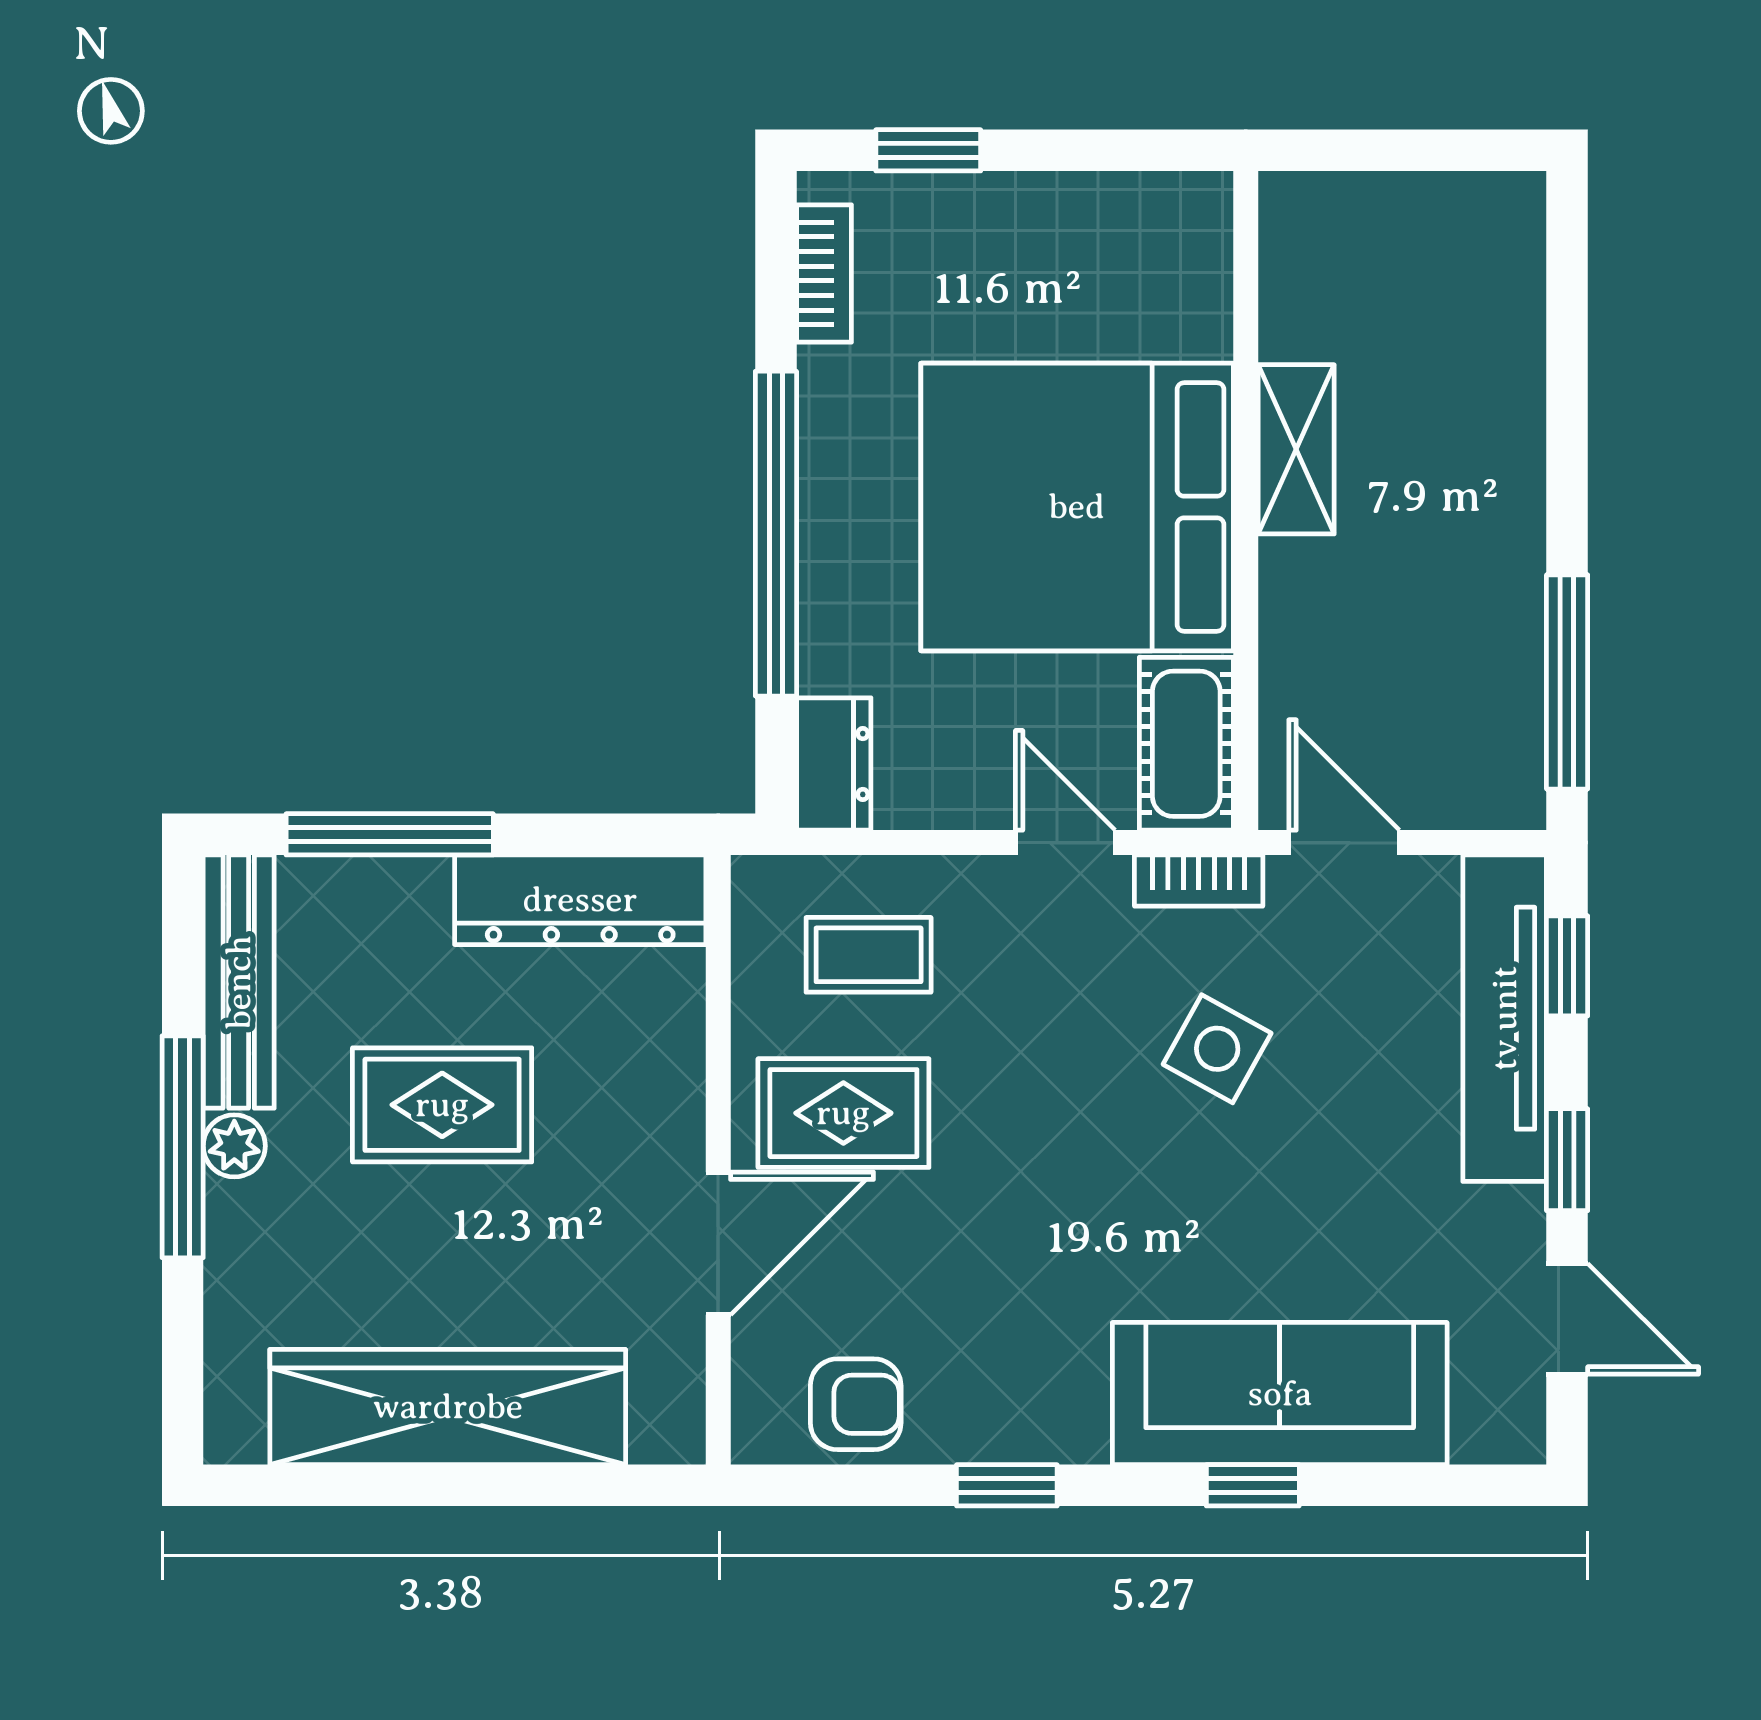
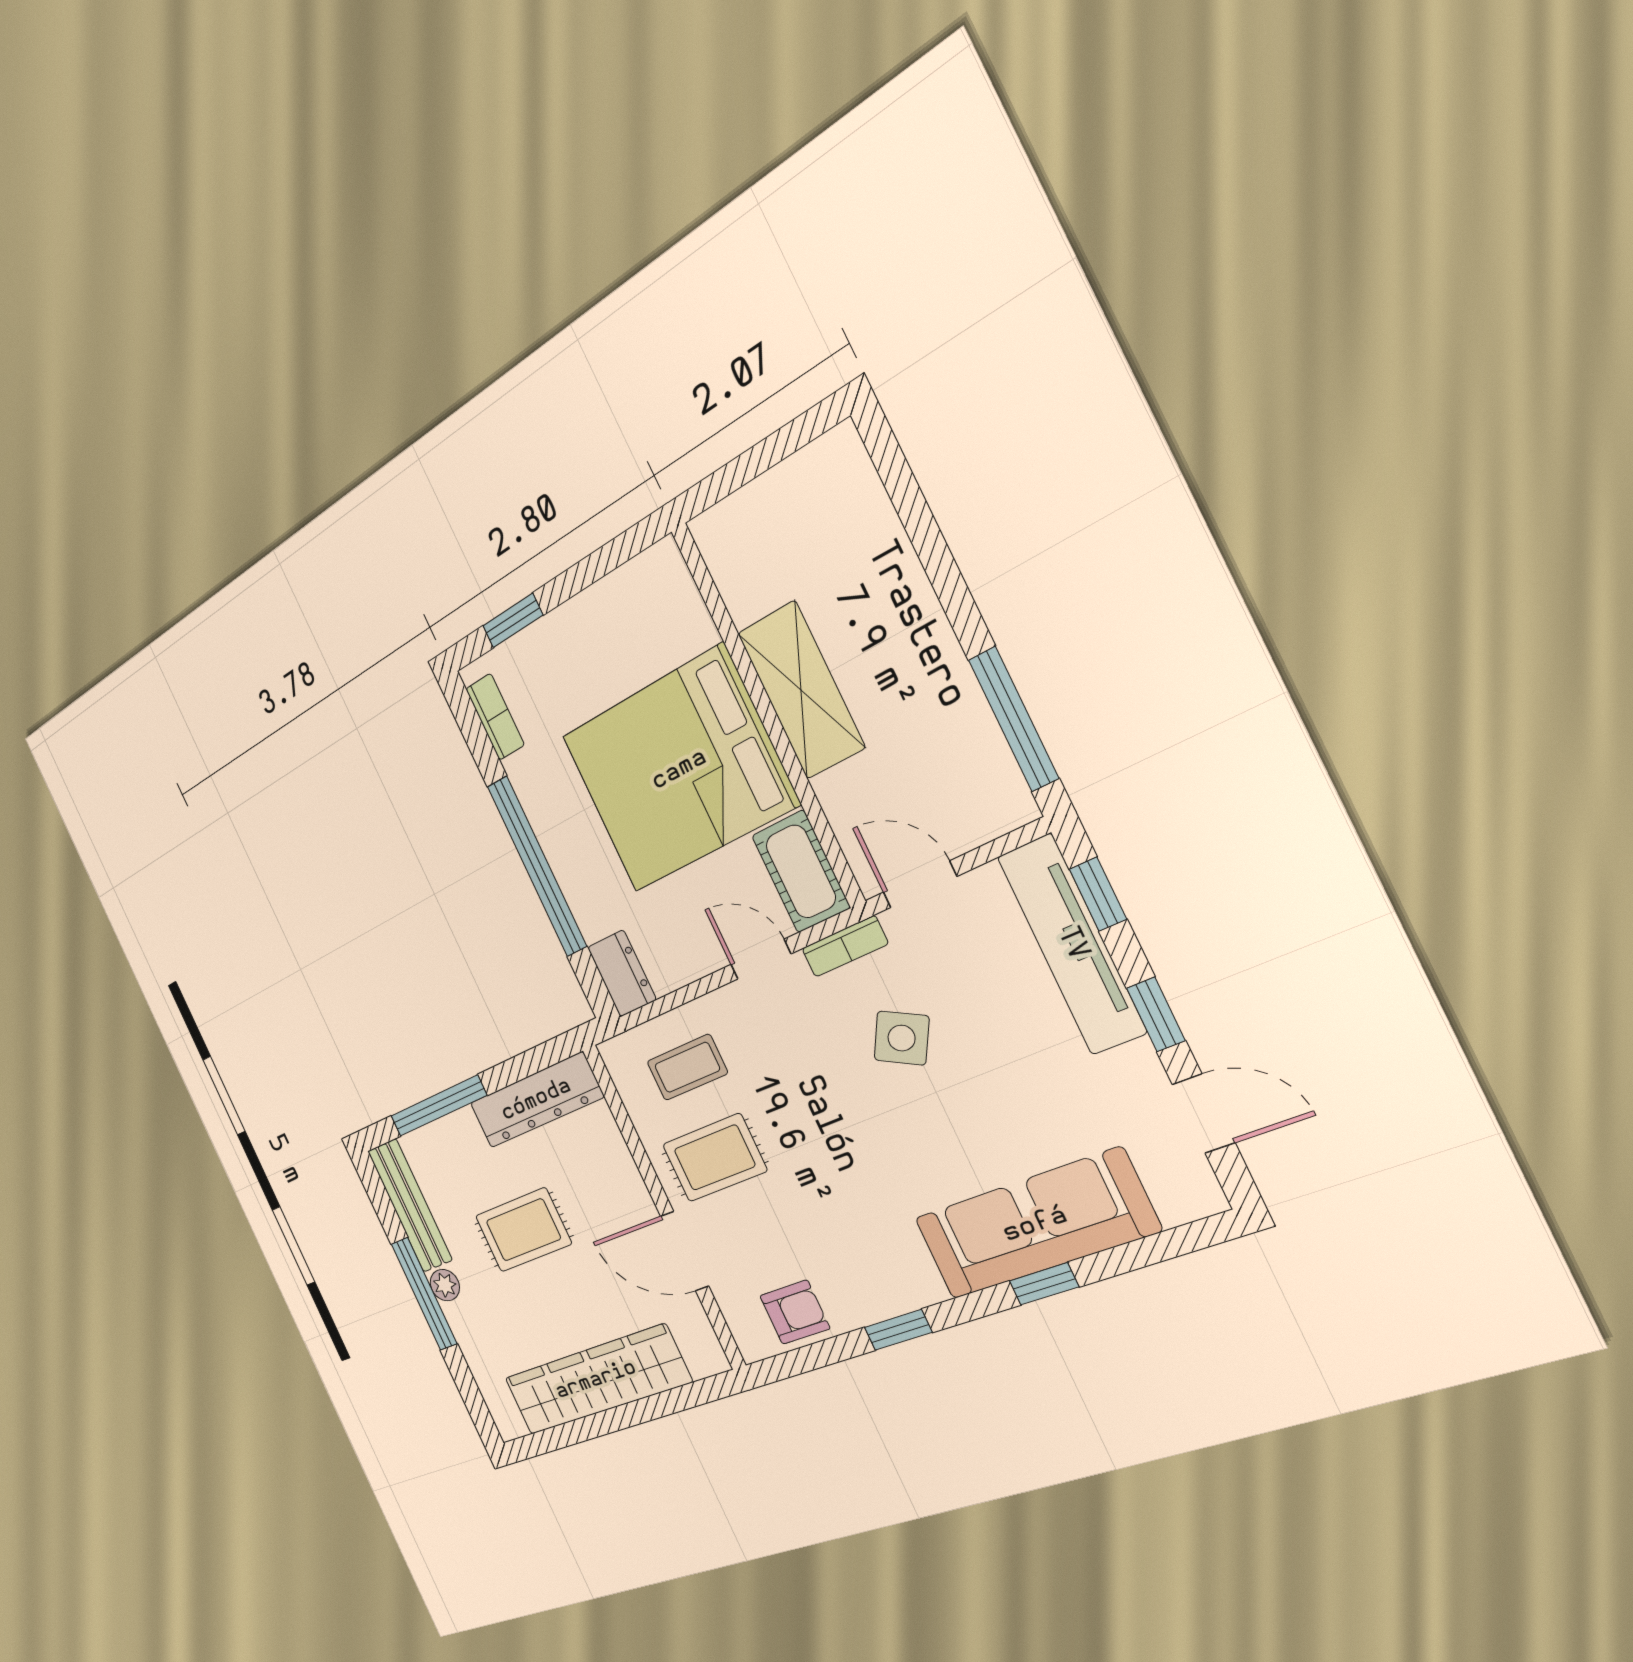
shelving: (1296, 449) -> (801, 690), width x1.50, depth x1.33
door: (718, 1244) -> (685, 1251), swing flipped

